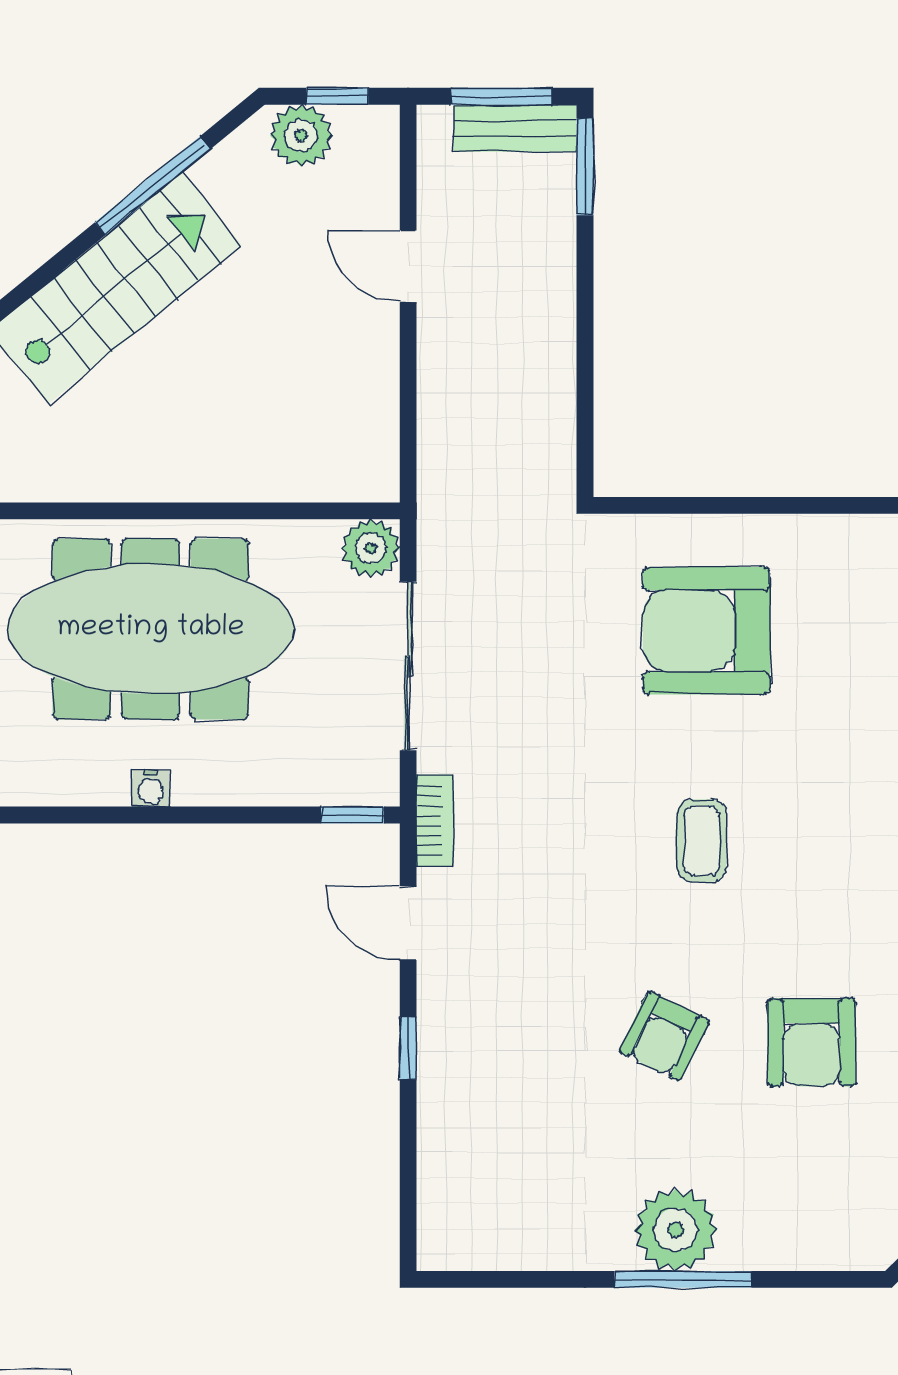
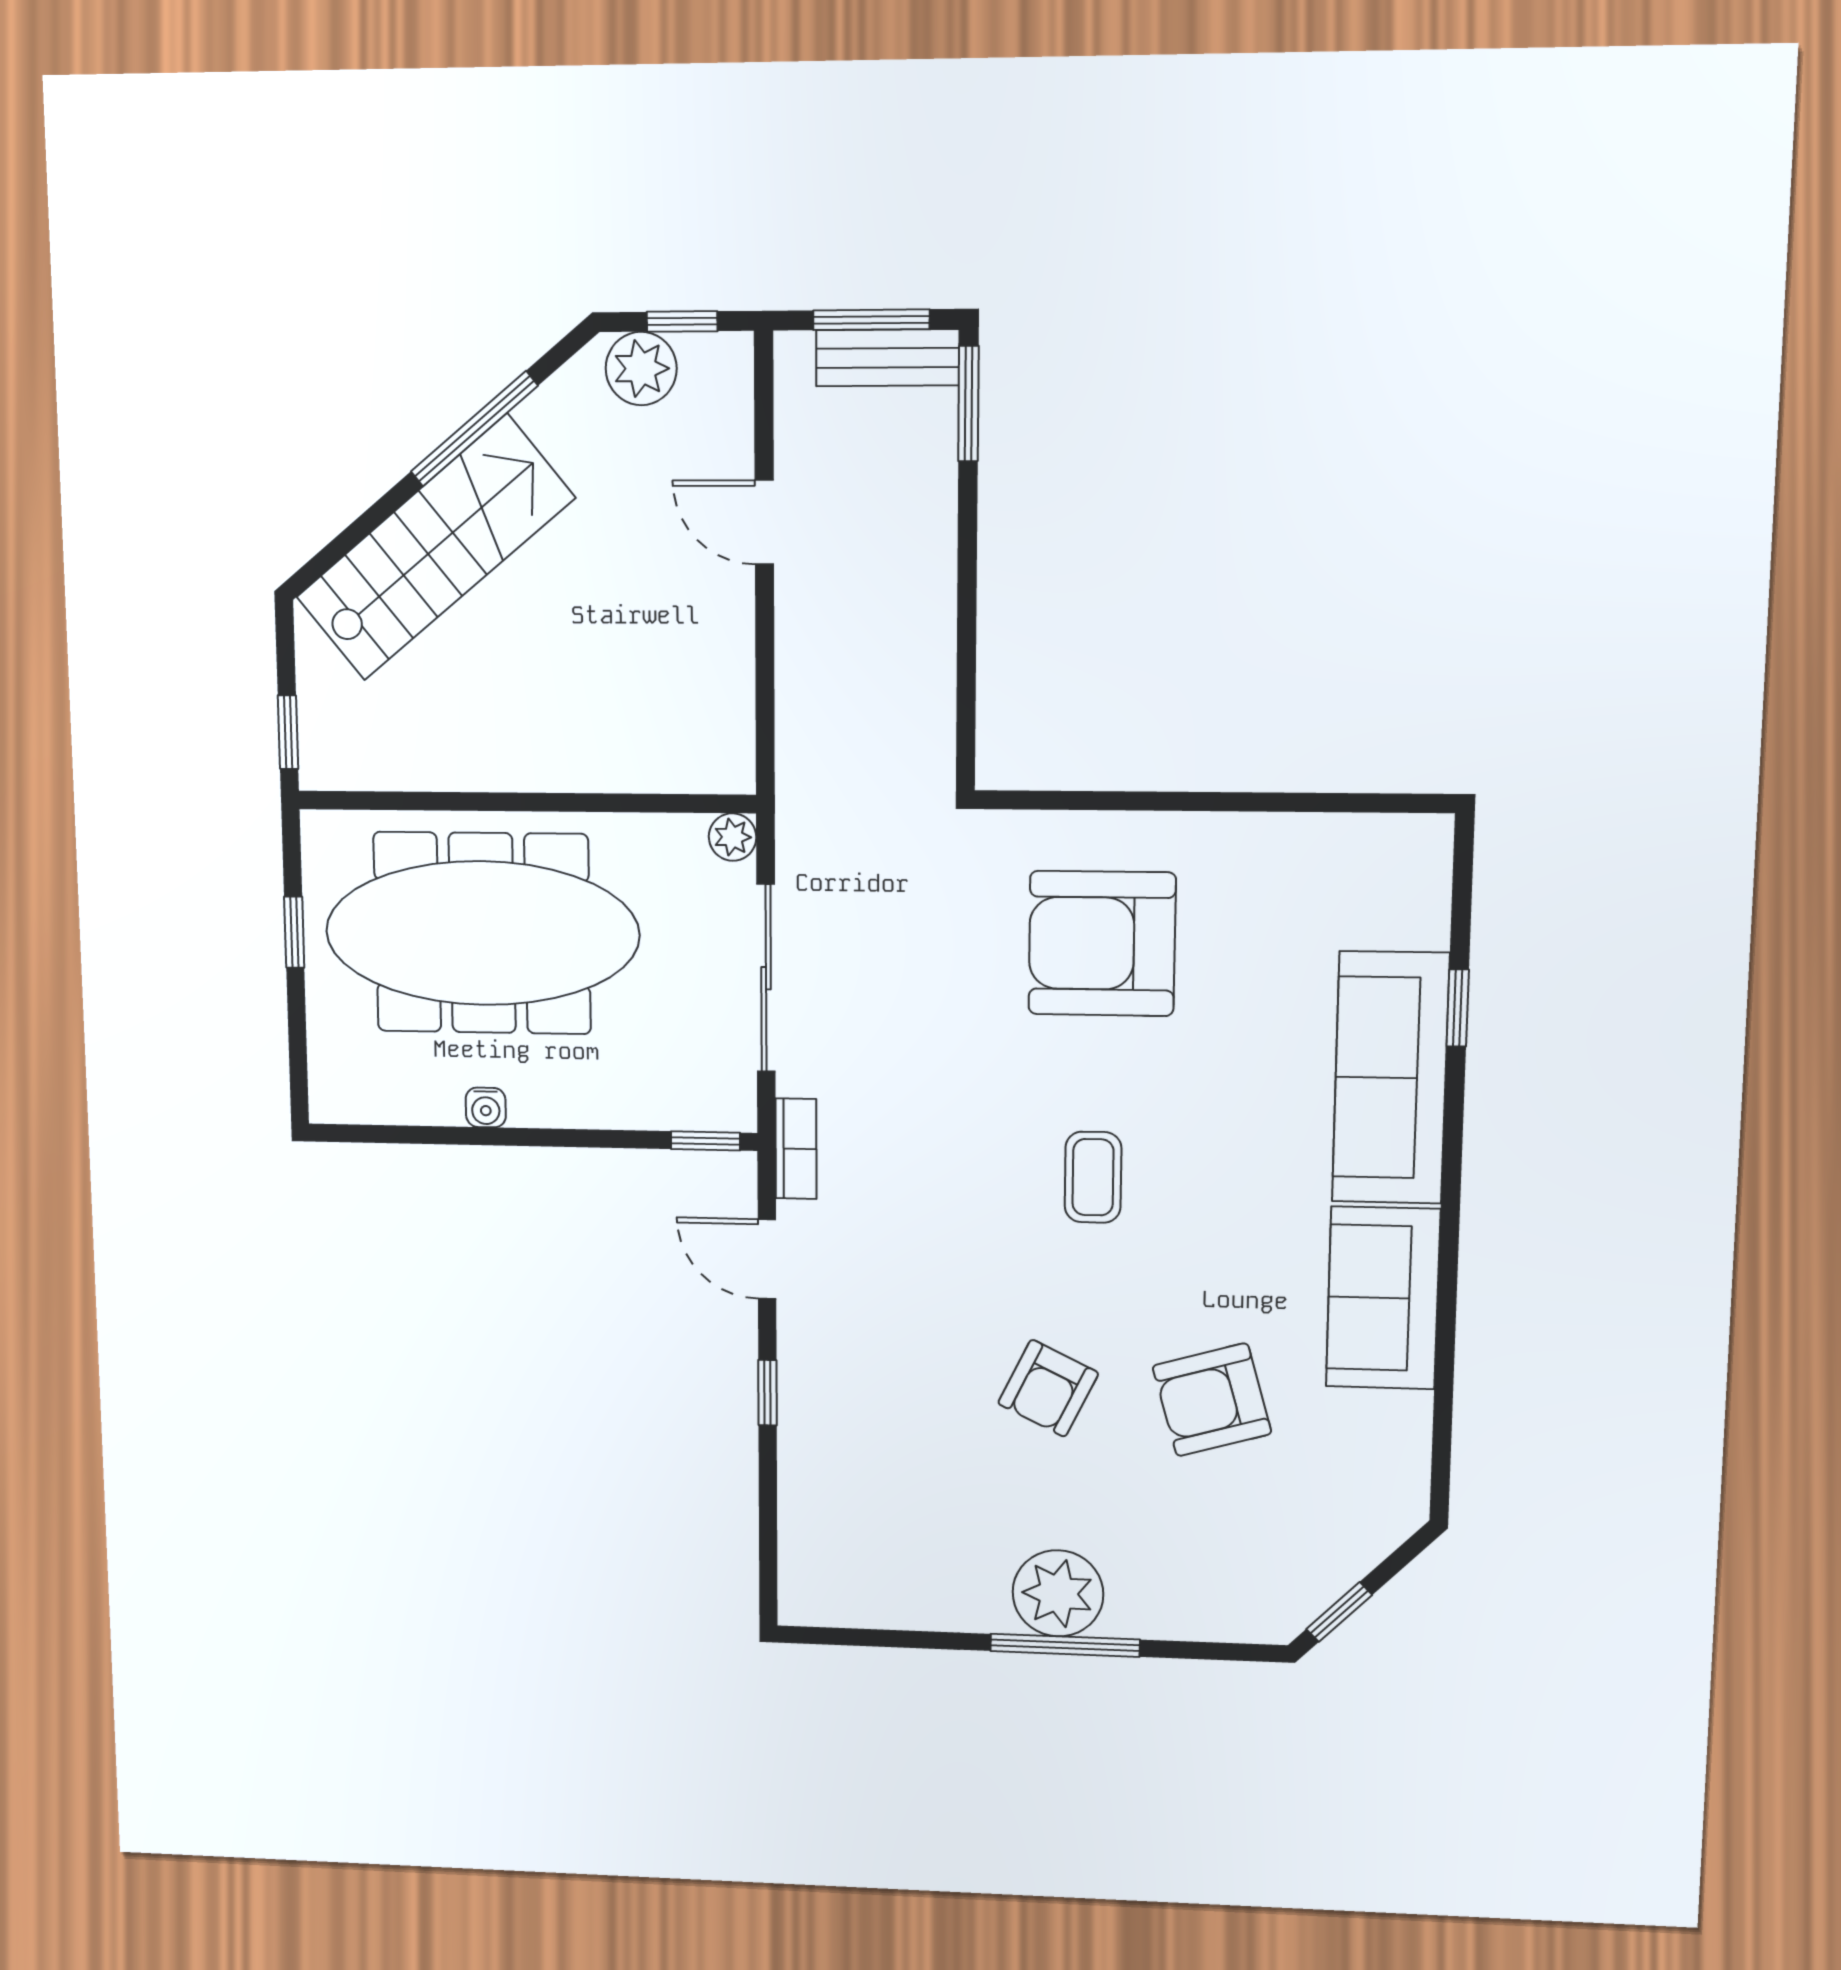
plant: (371, 548) -> (733, 837), width x0.73, depth x0.73
armchair: (812, 1042) -> (1212, 1400), turned 74

